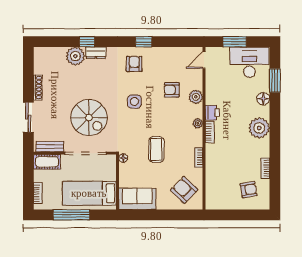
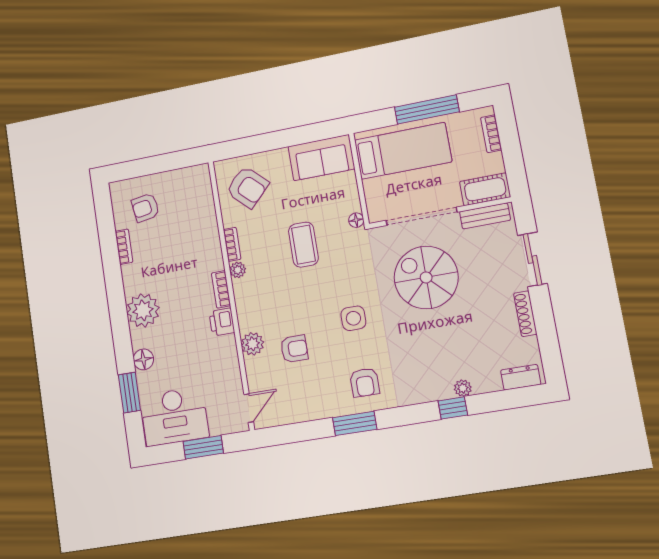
window: (144, 42) -> (355, 423), width x1.50
dresser: (96, 53) -> (521, 377), moved
plant: (75, 56) -> (463, 388), width x0.53, depth x0.53
plant: (198, 123) -> (238, 270), moved

